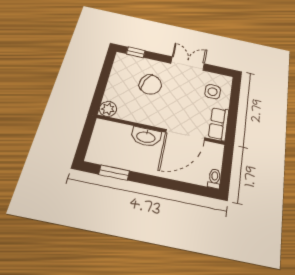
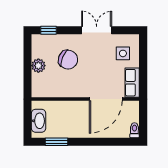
plant: (108, 109) -> (38, 66), moved
washbasin: (146, 137) -> (39, 121), moved, turned -90

